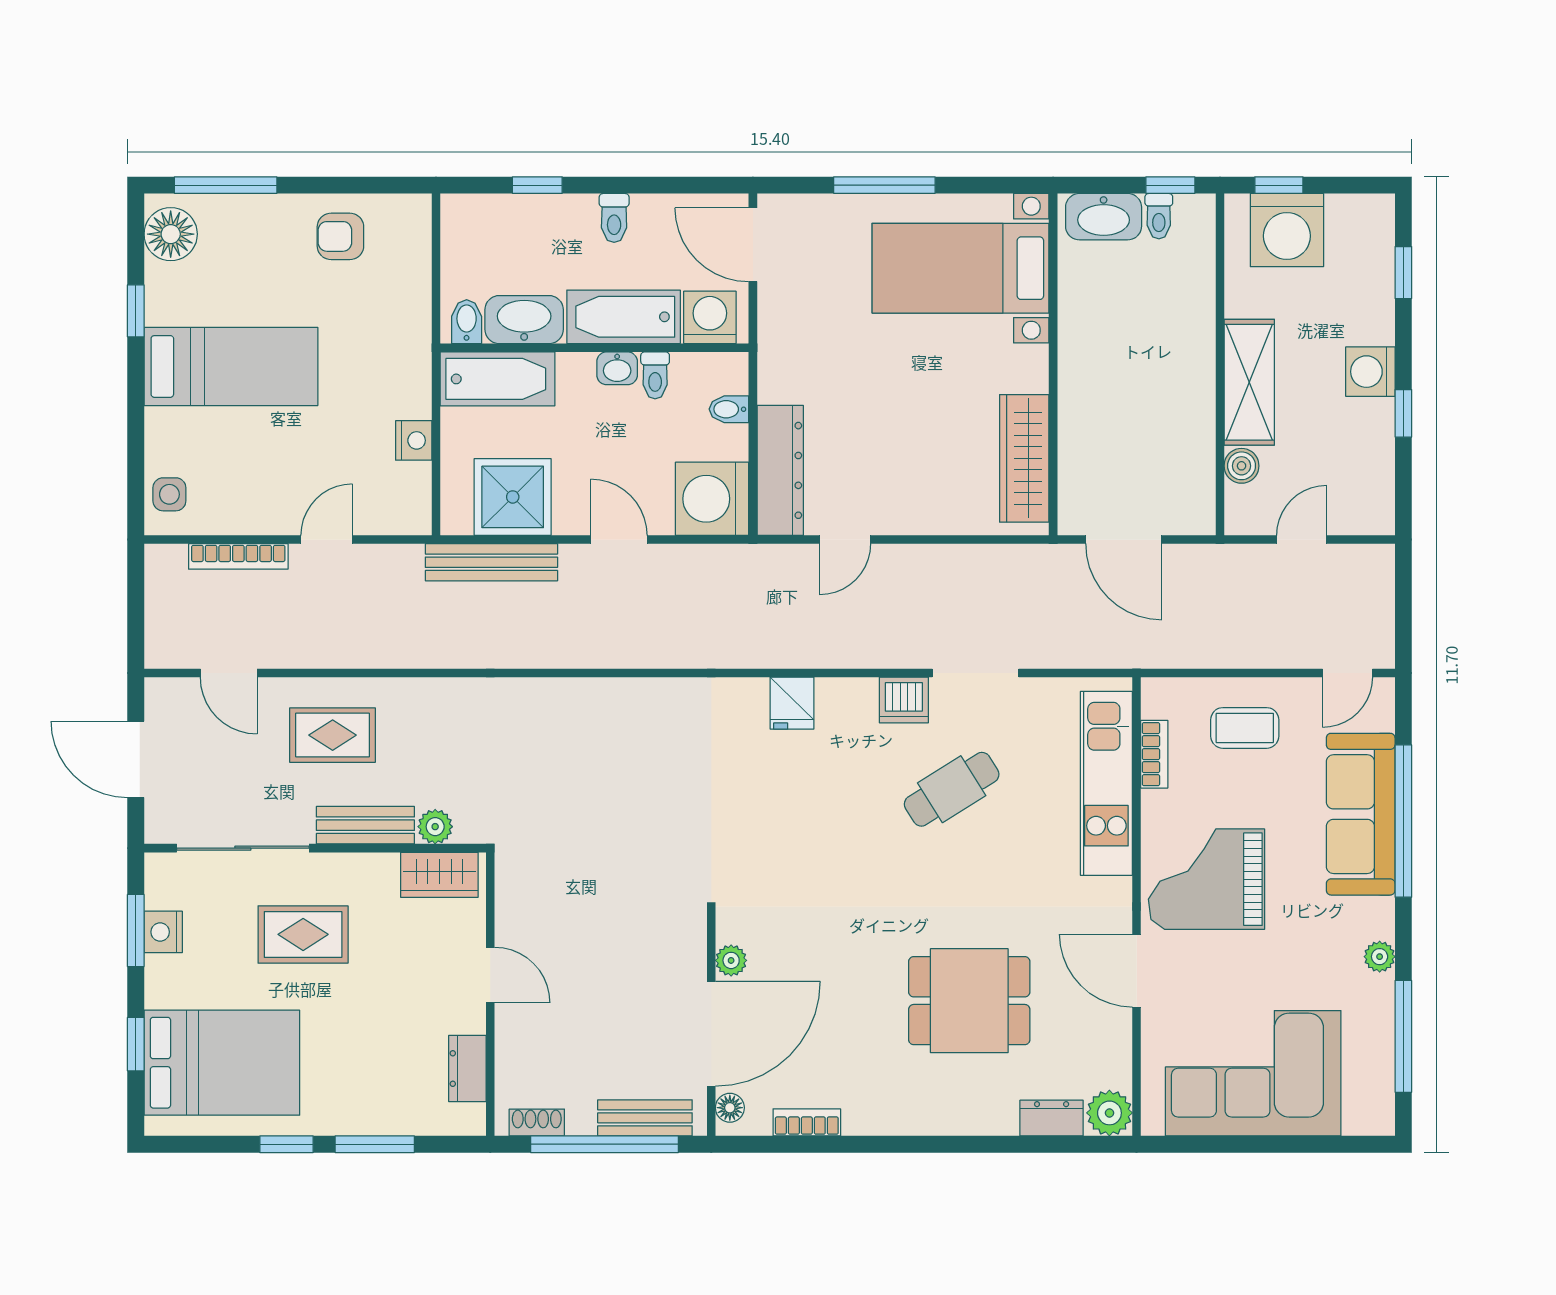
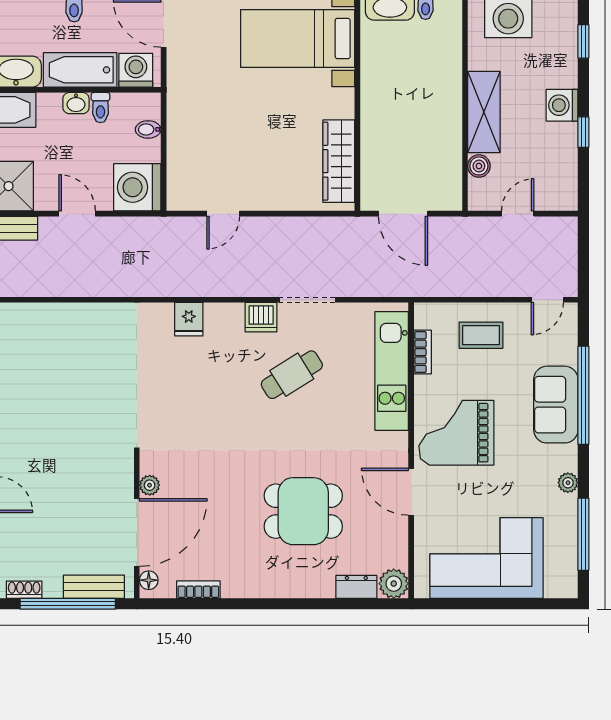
dresser: (780, 470) -> (181, 169), removed
sofa: (1361, 814) -> (556, 405), width x0.73

